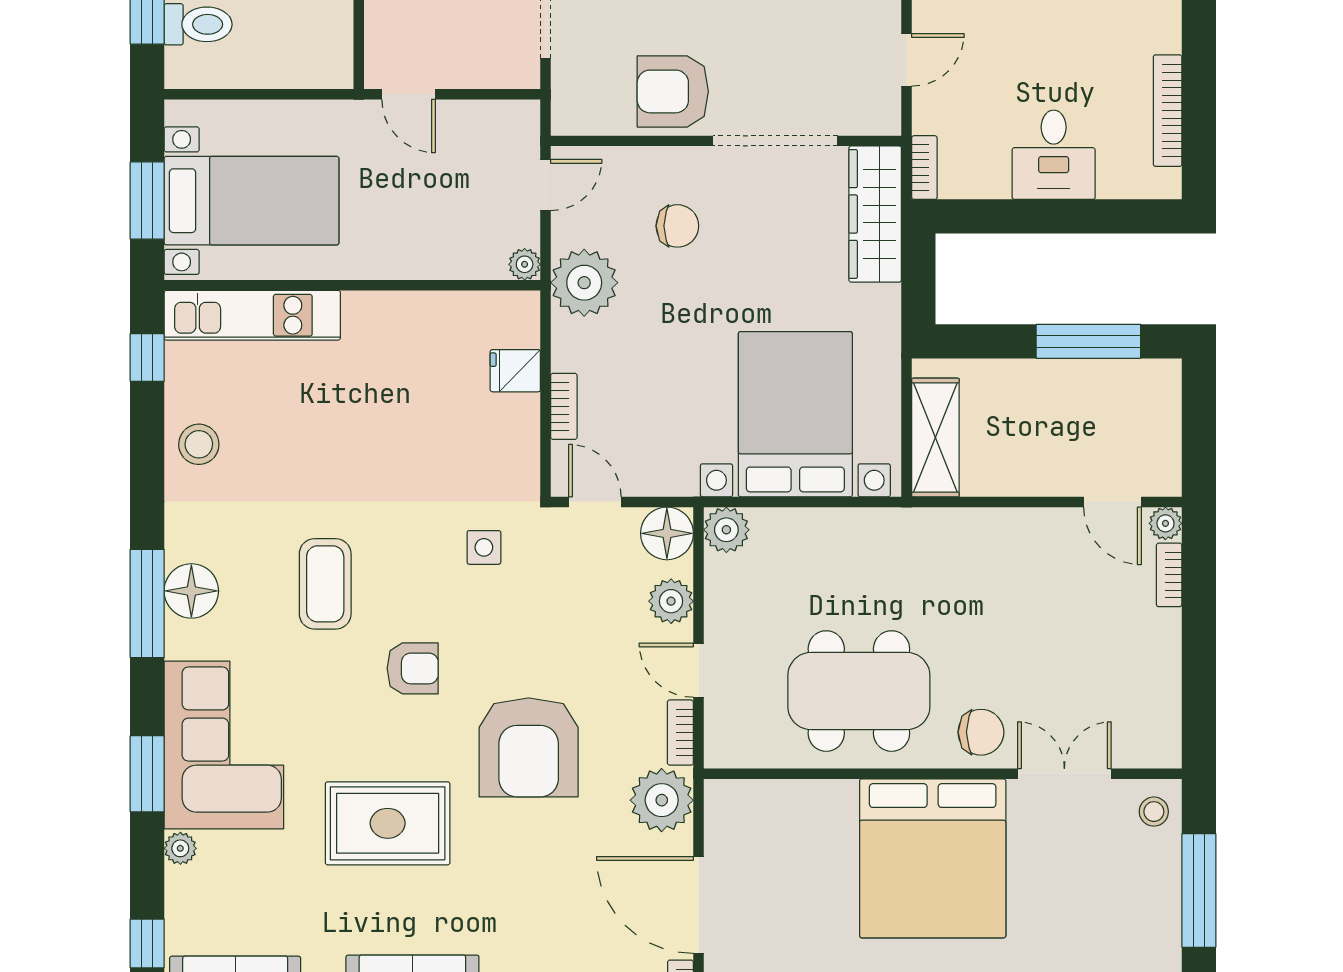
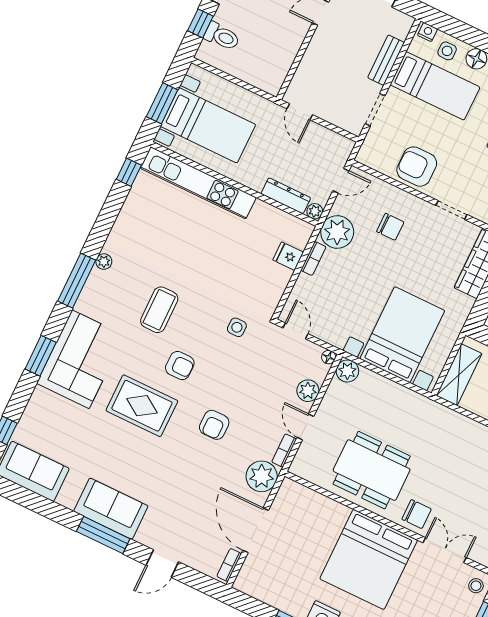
doorway: (775, 141) -> (451, 210), width x0.53
dresser: (457, 261) -> (286, 196), added
kitchen unit: (252, 315) -> (198, 183), width x1.36
bookcase: (564, 406) -> (313, 258), moved
stool: (199, 444) -> (133, 221), removed
floor lamp: (667, 533) -> (329, 357), width x0.53, depth x0.53
floor lamp: (191, 591) -> (99, 284), removed
armchair: (529, 747) -> (214, 425), width x0.53, depth x0.53
rug: (388, 823) -> (142, 406), moved
plant: (180, 848) -> (104, 262), moved

